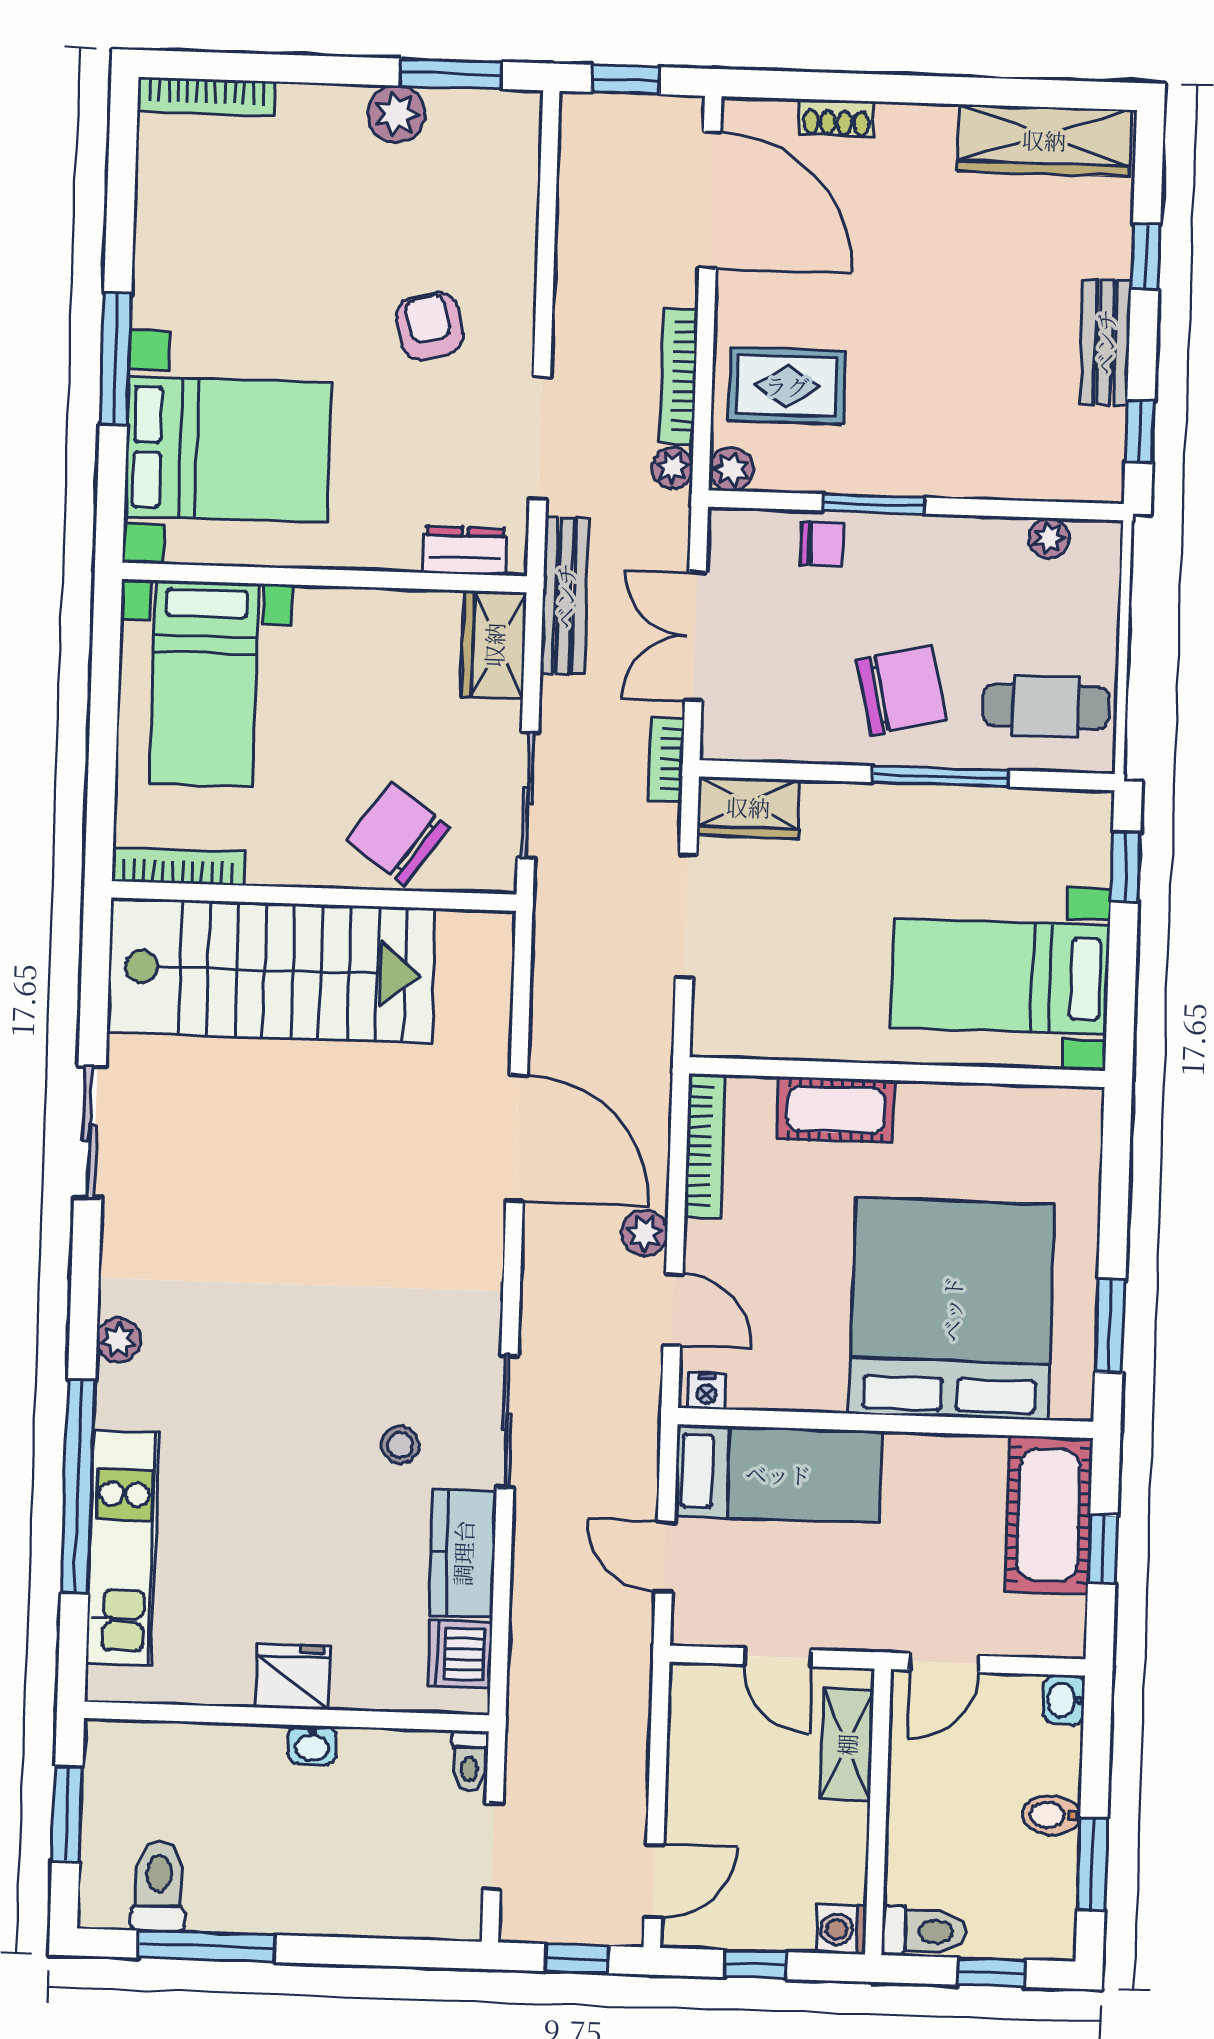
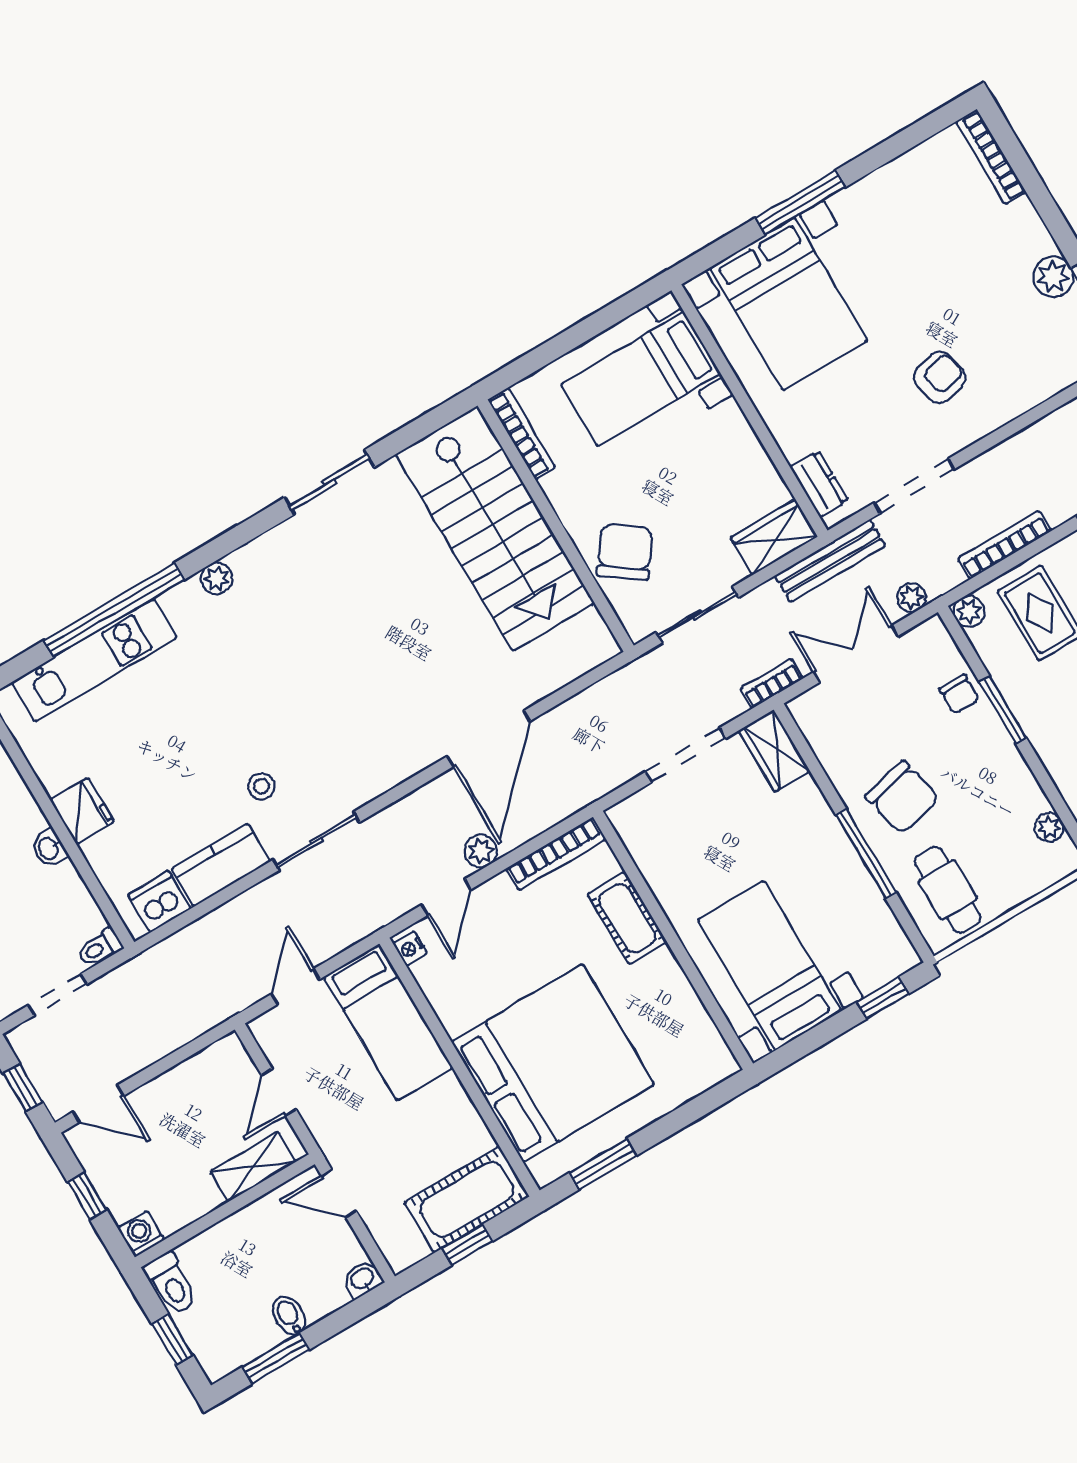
plant: (672, 468) -> (911, 598), moved

